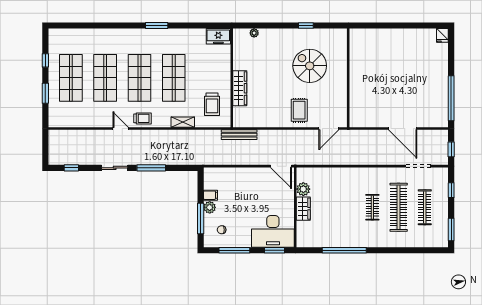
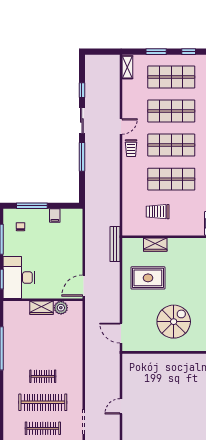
spiral stairs: (310, 66) -> (174, 322), moved
wardrobe: (240, 88) -> (155, 245), width x0.67
trolley: (212, 104) -> (158, 212), moved
rug: (299, 110) -> (148, 278), moved, width x1.36, depth x1.43
shelving: (183, 122) -> (127, 67), moved
door: (403, 128) -> (121, 406), width x0.53
window: (71, 168) -> (82, 90), moved
plant: (210, 207) -> (43, 215), removed

